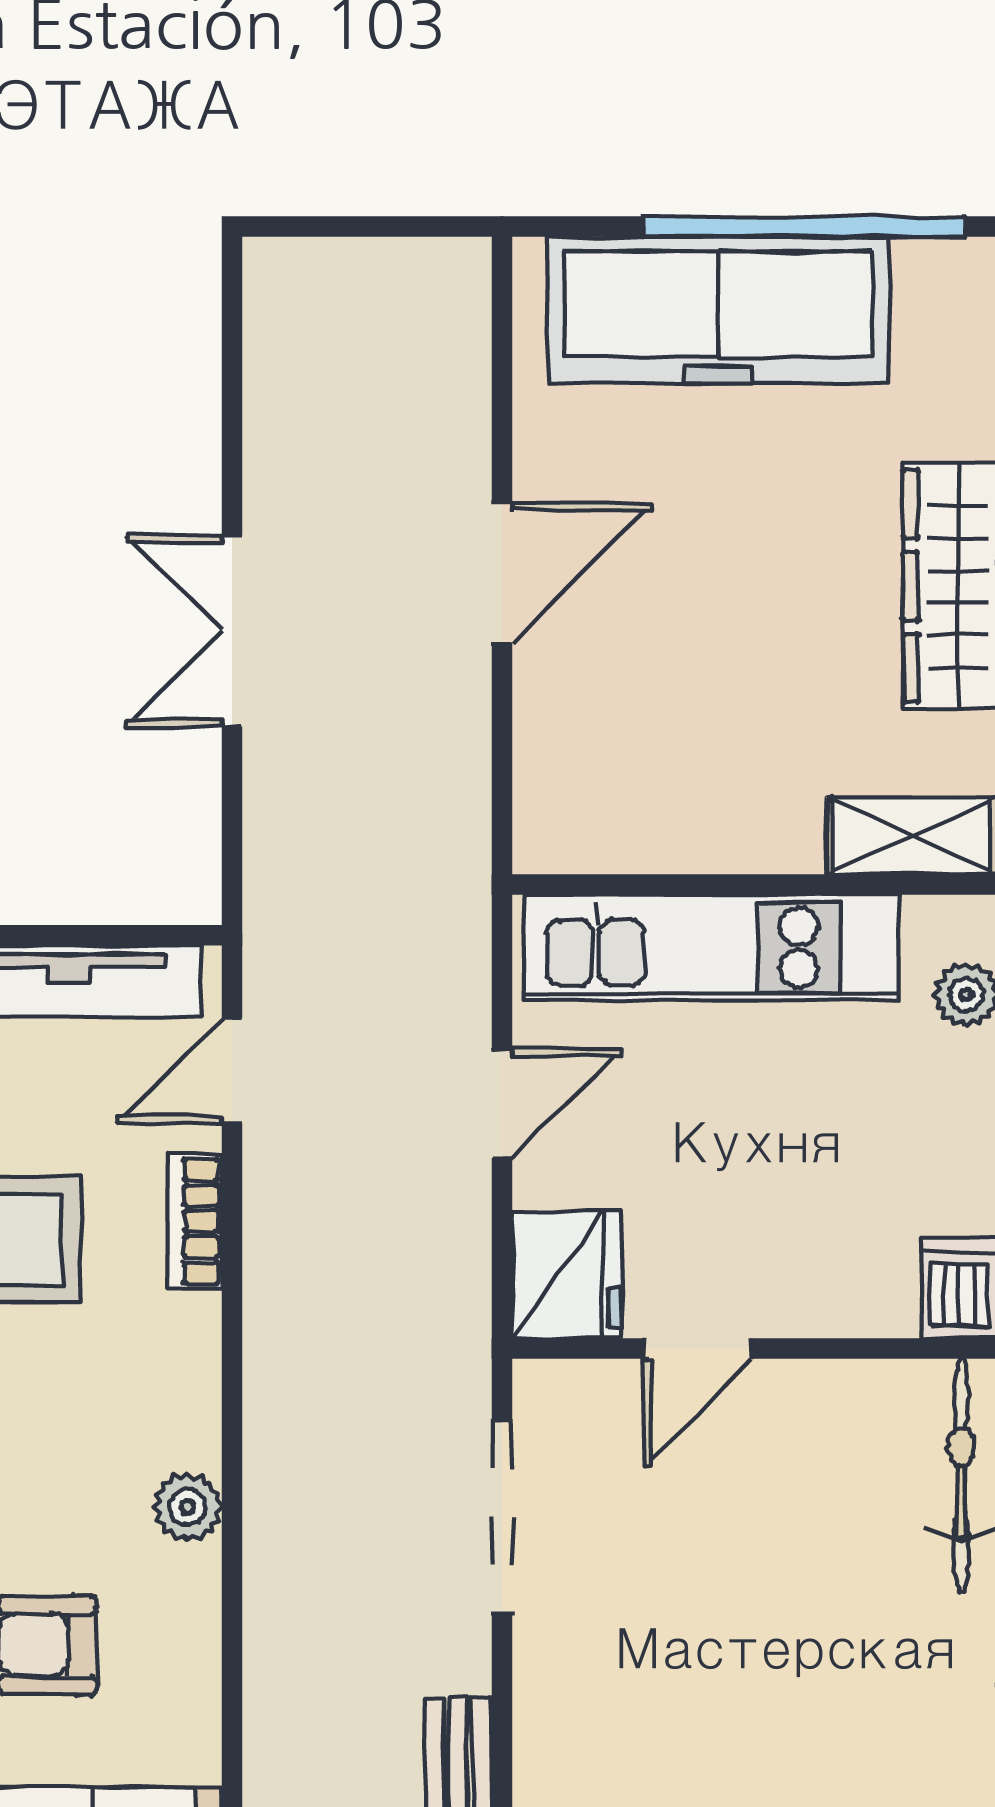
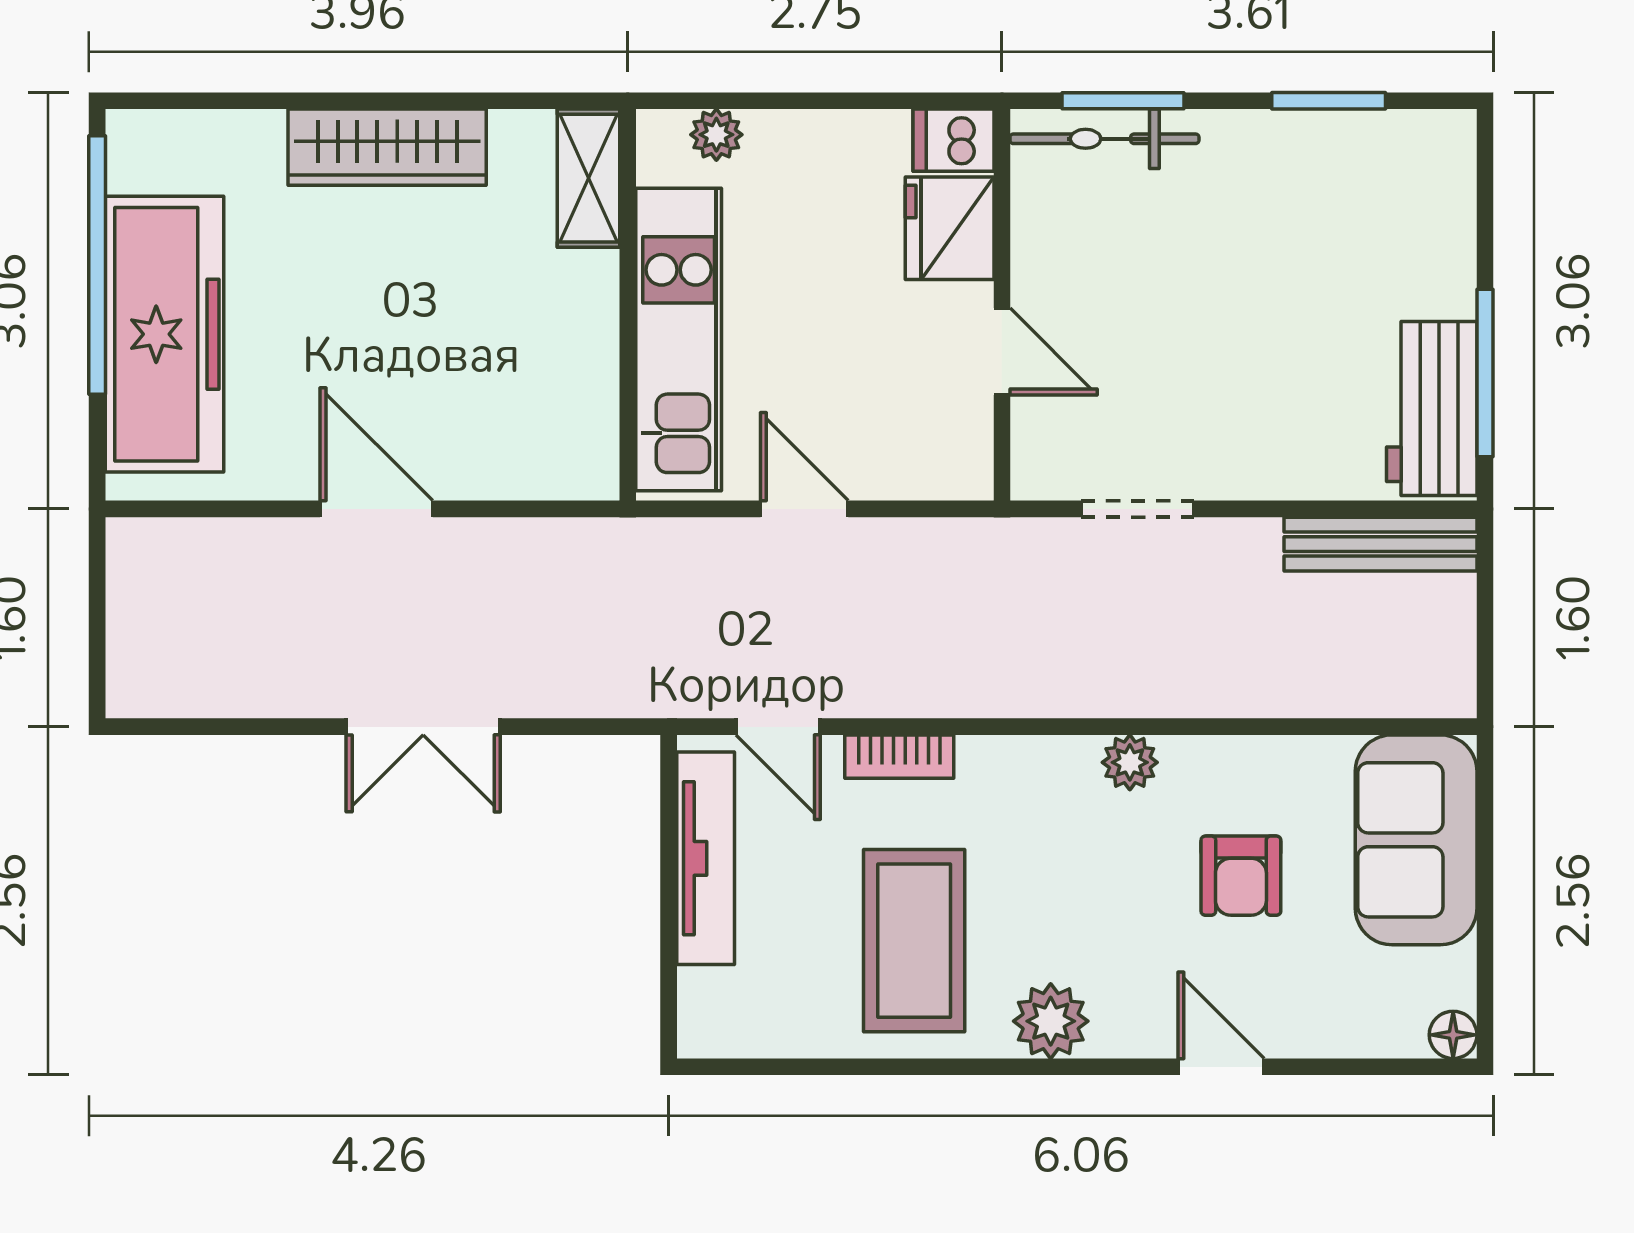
fridge: (567, 1275) -> (950, 228), moved, turned -90
doorway: (502, 1516) -> (1137, 509), width x0.73

